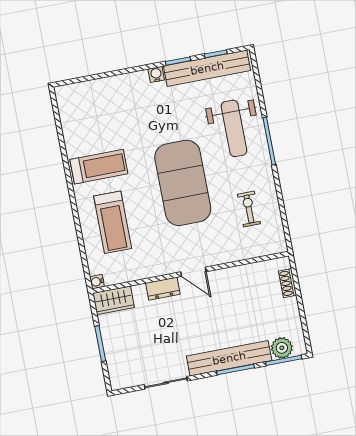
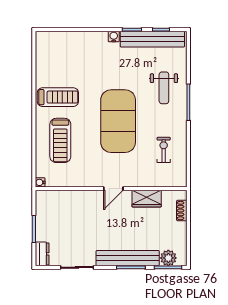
weight bench: (234, 128) -> (164, 88), width x0.73, depth x0.75
door: (193, 272) -> (113, 189), hinge flipped
dresser: (163, 289) -> (42, 254), moved, turned -90
wardrobe: (114, 300) -> (147, 199), moved

